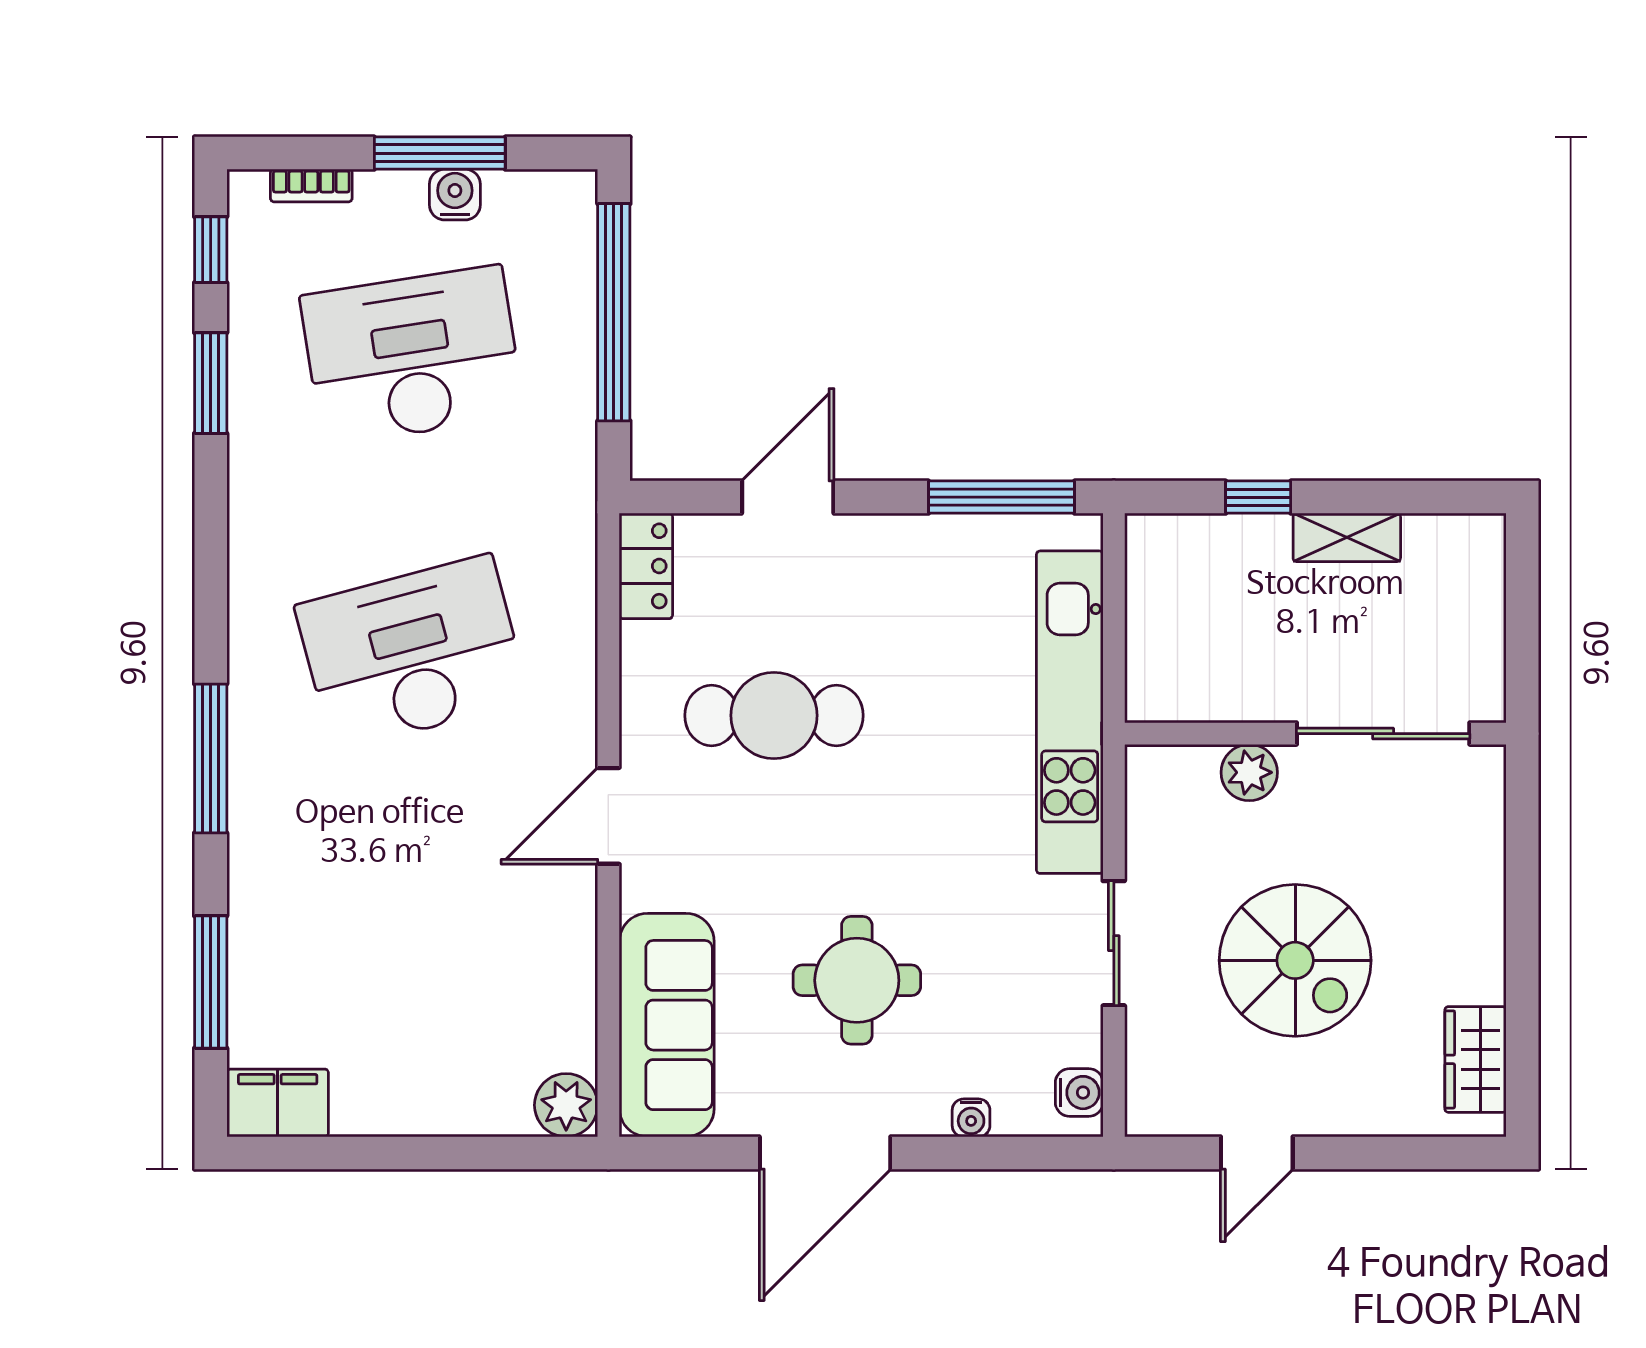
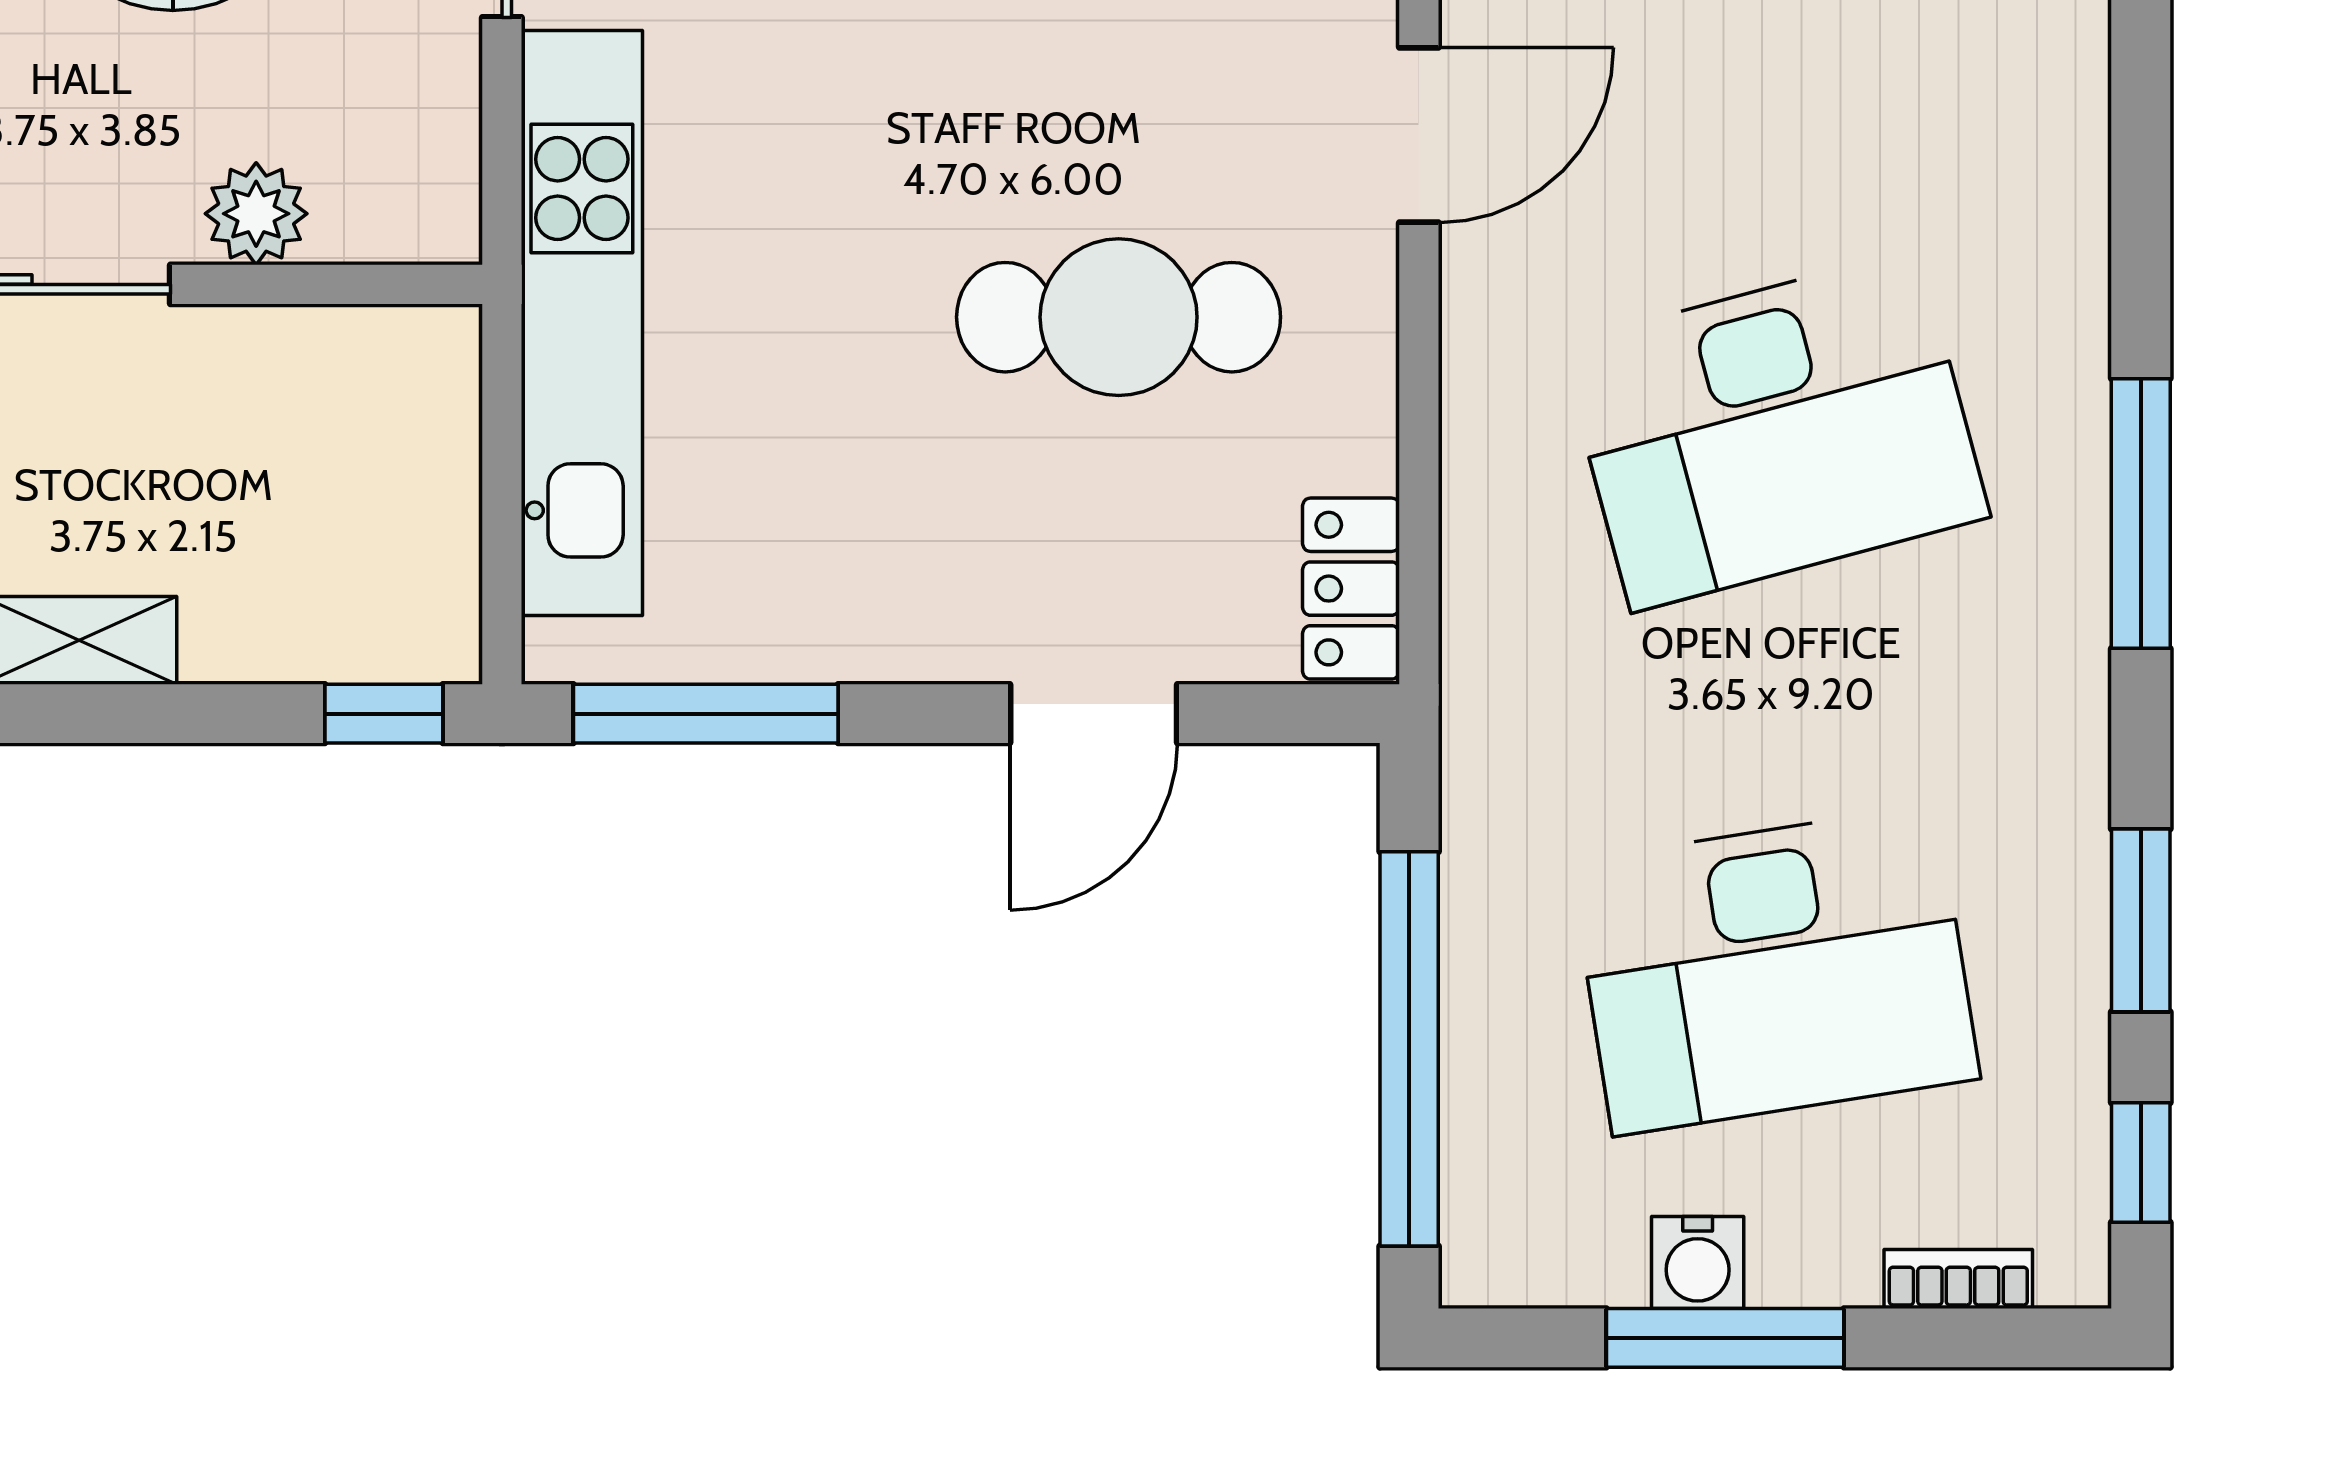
window: (1258, 497) -> (384, 714), moved
window: (211, 758) -> (2141, 514), moved

